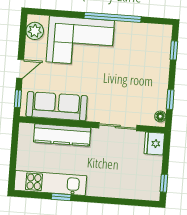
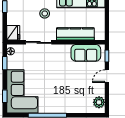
corner sofa: (80, 41) -> (22, 91), moved, turned 90
sofa: (57, 106) -> (86, 53), width x0.73
stool: (105, 169) -> (45, 13), added

